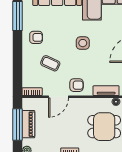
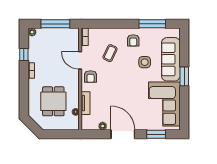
side table: (83, 43) -> (145, 62), moved
piano: (28, 124) -> (56, 33), removed

